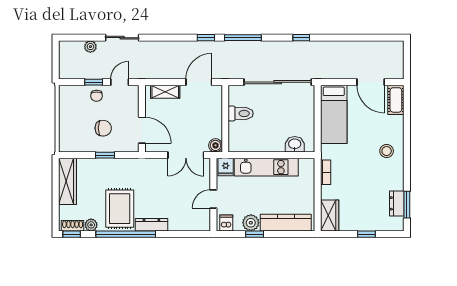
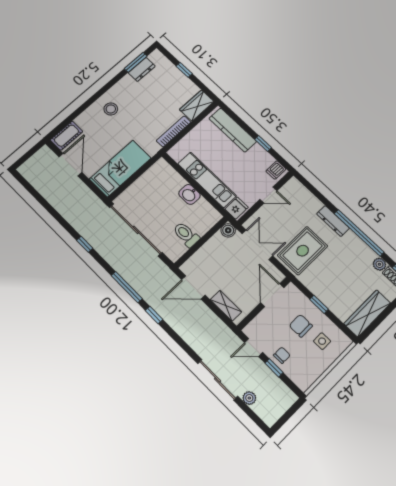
sliding door: (122, 38) -> (218, 380), width x1.37
side table: (79, 132) -> (322, 341), added
washbasin: (295, 144) -> (189, 194), moved
bookcase: (326, 172) -> (174, 131), width x1.56
rug: (120, 209) -> (303, 251), moved
plant: (251, 223) -> (258, 153), removed

